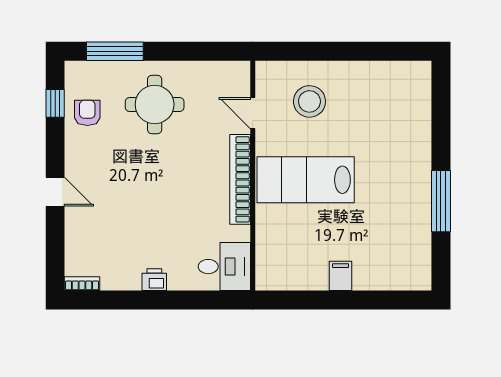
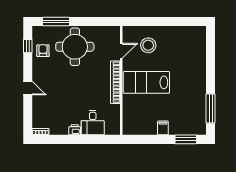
round table: (155, 104) -> (75, 47), width x1.36, depth x1.36
door: (253, 113) -> (121, 51), swing flipped
window: (441, 201) -> (211, 108), moved
desk: (224, 267) -> (93, 123), moved, turned 90
window: (389, 300) -> (186, 139), added

